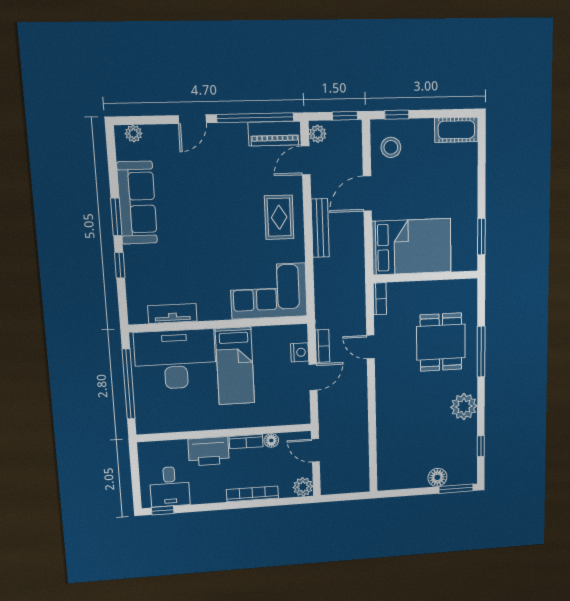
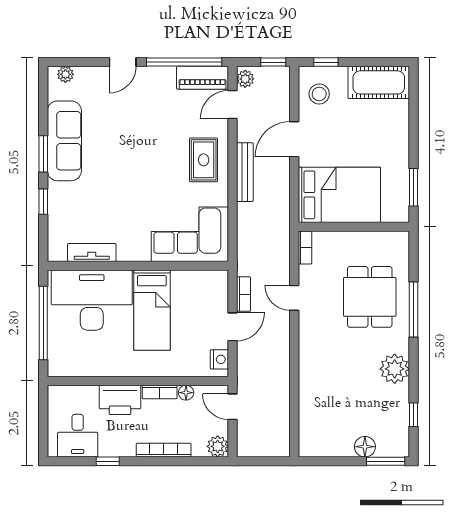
cot: (456, 130) -> (379, 82), width x1.37, depth x1.34
nightstand: (300, 352) -> (219, 359), moved
window: (163, 510) -> (108, 461), moved

